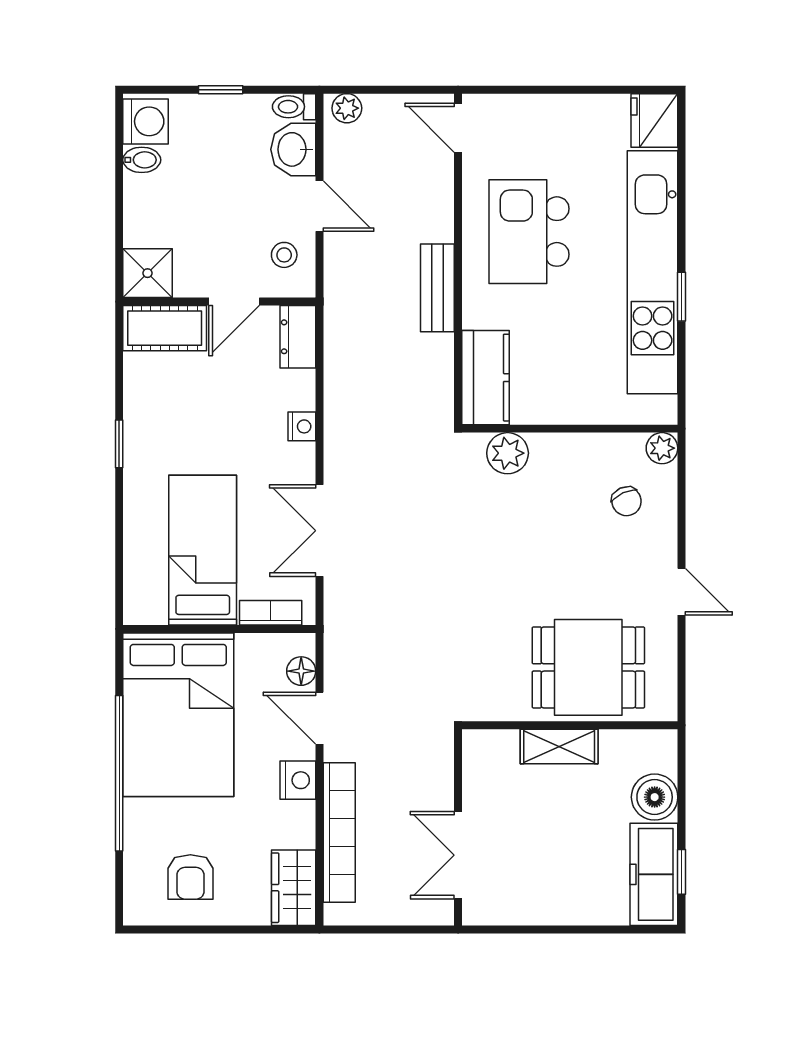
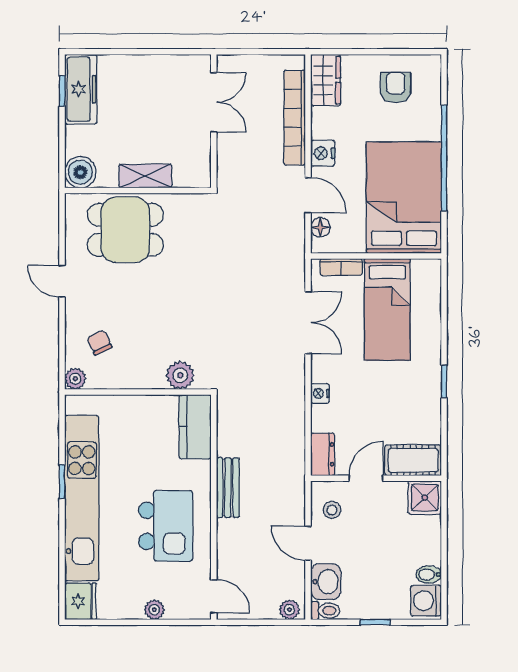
plant: (546, 108) -> (154, 610), added
boiler: (655, 797) -> (80, 172), moved

